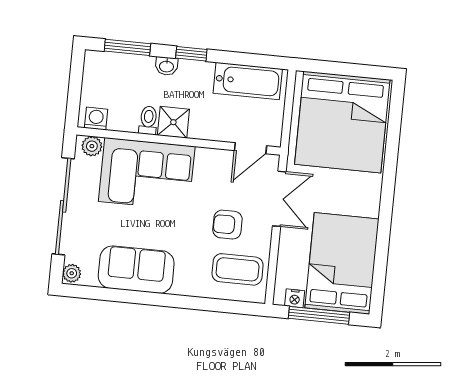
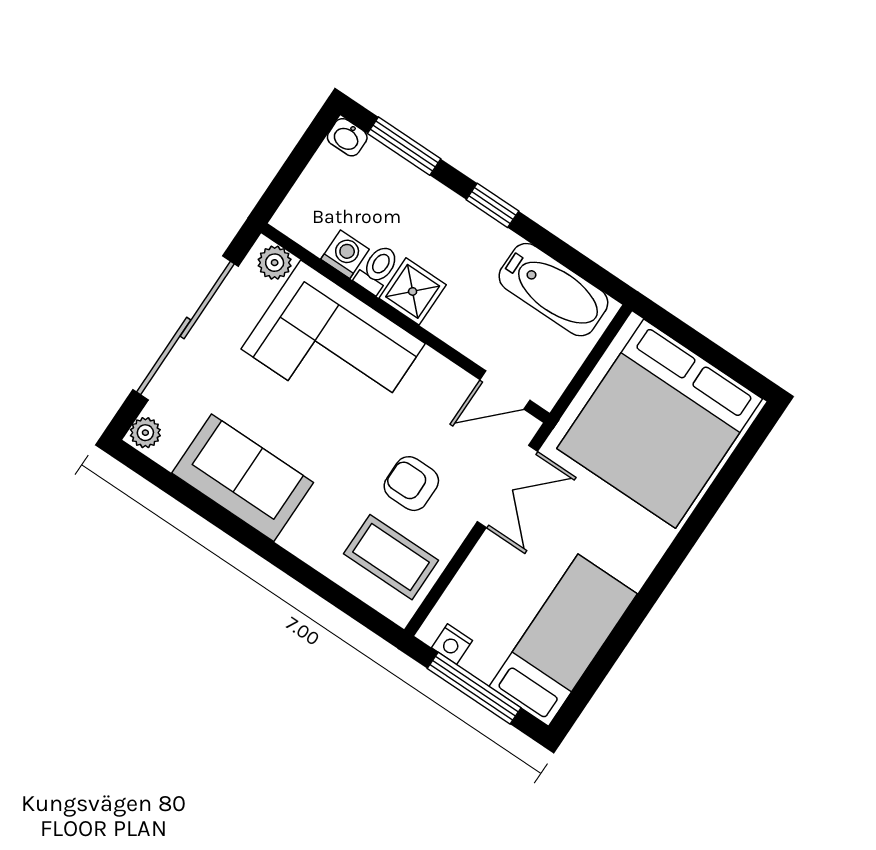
washbasin: (166, 66) -> (347, 137), moved
washing machine: (96, 119) -> (345, 254), moved
bed: (342, 263) -> (563, 640), width x0.67

